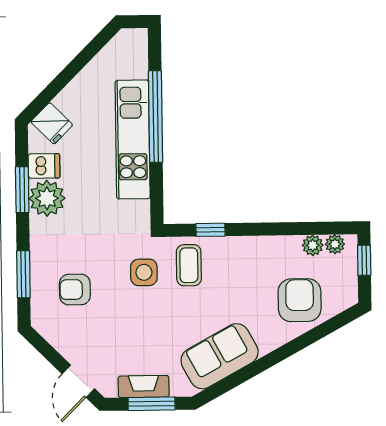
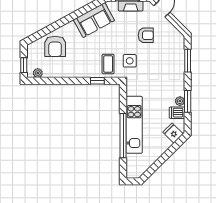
plant: (47, 198) -> (180, 101), width x0.53, depth x0.53
plant: (313, 245) -> (48, 73), removed
armchair: (75, 290) -> (146, 35), moved

